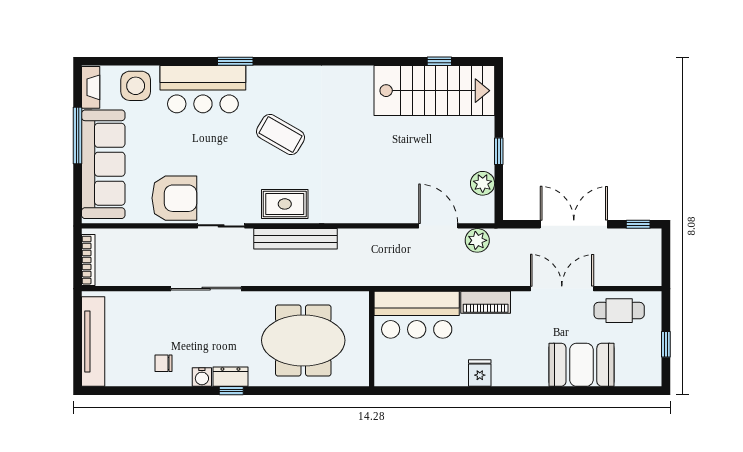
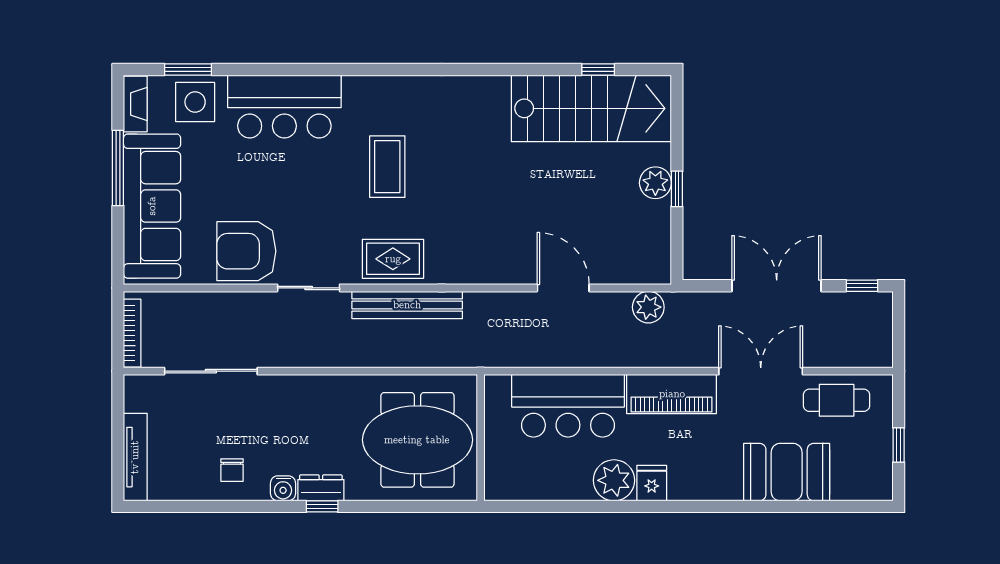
window: (235, 61) -> (188, 69), moved
coffee table: (280, 134) -> (387, 167), turned 60
plant: (483, 183) -> (655, 183), moved
armchair: (174, 198) -> (246, 251), turned 180
door: (438, 226) -> (563, 288), moved
sliding door: (206, 289) -> (211, 371), moved
piano: (486, 302) -> (672, 394), width x1.37, depth x1.33
wall: (372, 339) -> (481, 438), moved
tv unit: (93, 341) -> (135, 457), width x0.73, depth x0.78
chair: (163, 363) -> (232, 470), turned -90
plant: (451, 371) -> (614, 480), added

